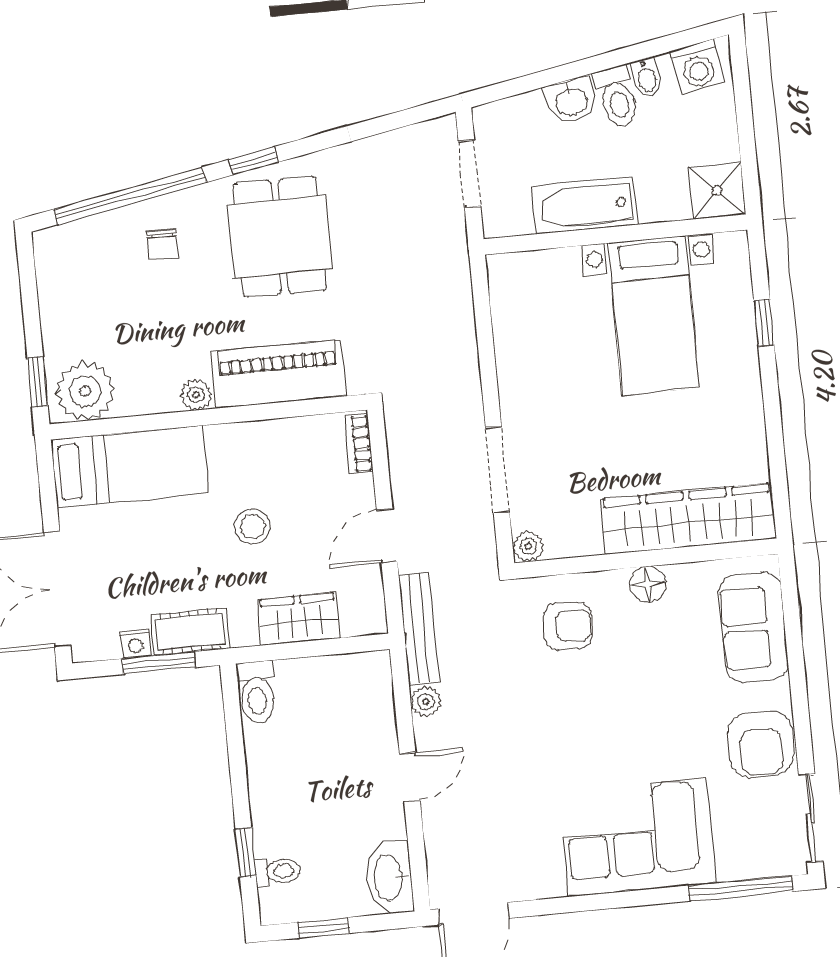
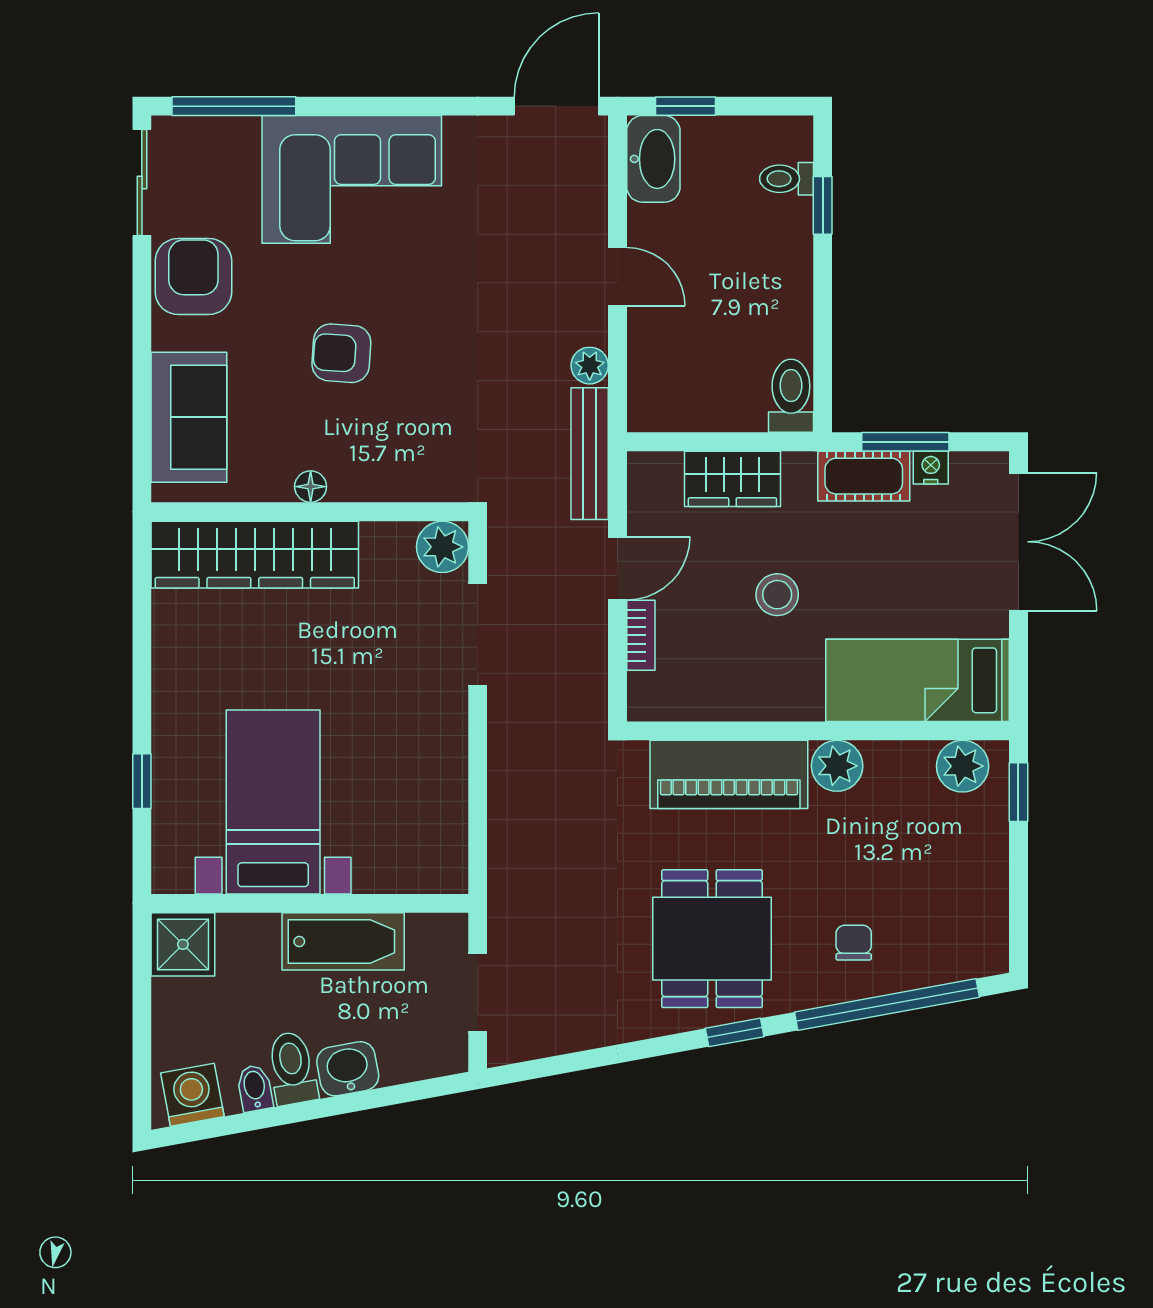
plant: (85, 391) -> (963, 766), width x0.73, depth x0.73
plant: (196, 395) -> (837, 766), width x1.38, depth x1.38
bookcase: (359, 444) -> (641, 635), moved
plant: (528, 546) -> (442, 547), width x1.38, depth x1.38
floor lamp: (648, 584) -> (311, 487), width x0.73, depth x0.73
armchair: (568, 626) -> (341, 353), moved
door: (410, 777) -> (617, 276), swing flipped
window: (324, 928) -> (686, 106), moved

